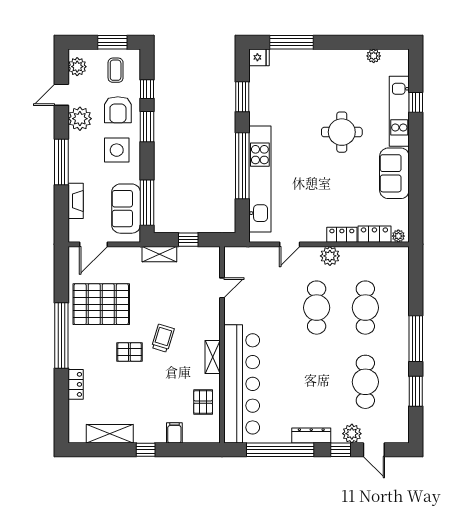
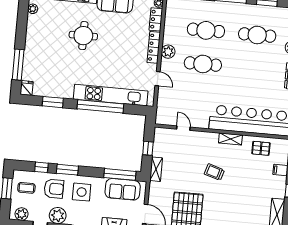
locker: (342, 235) -> (154, 47), width x1.53
pallet: (129, 352) -> (222, 196), removed

